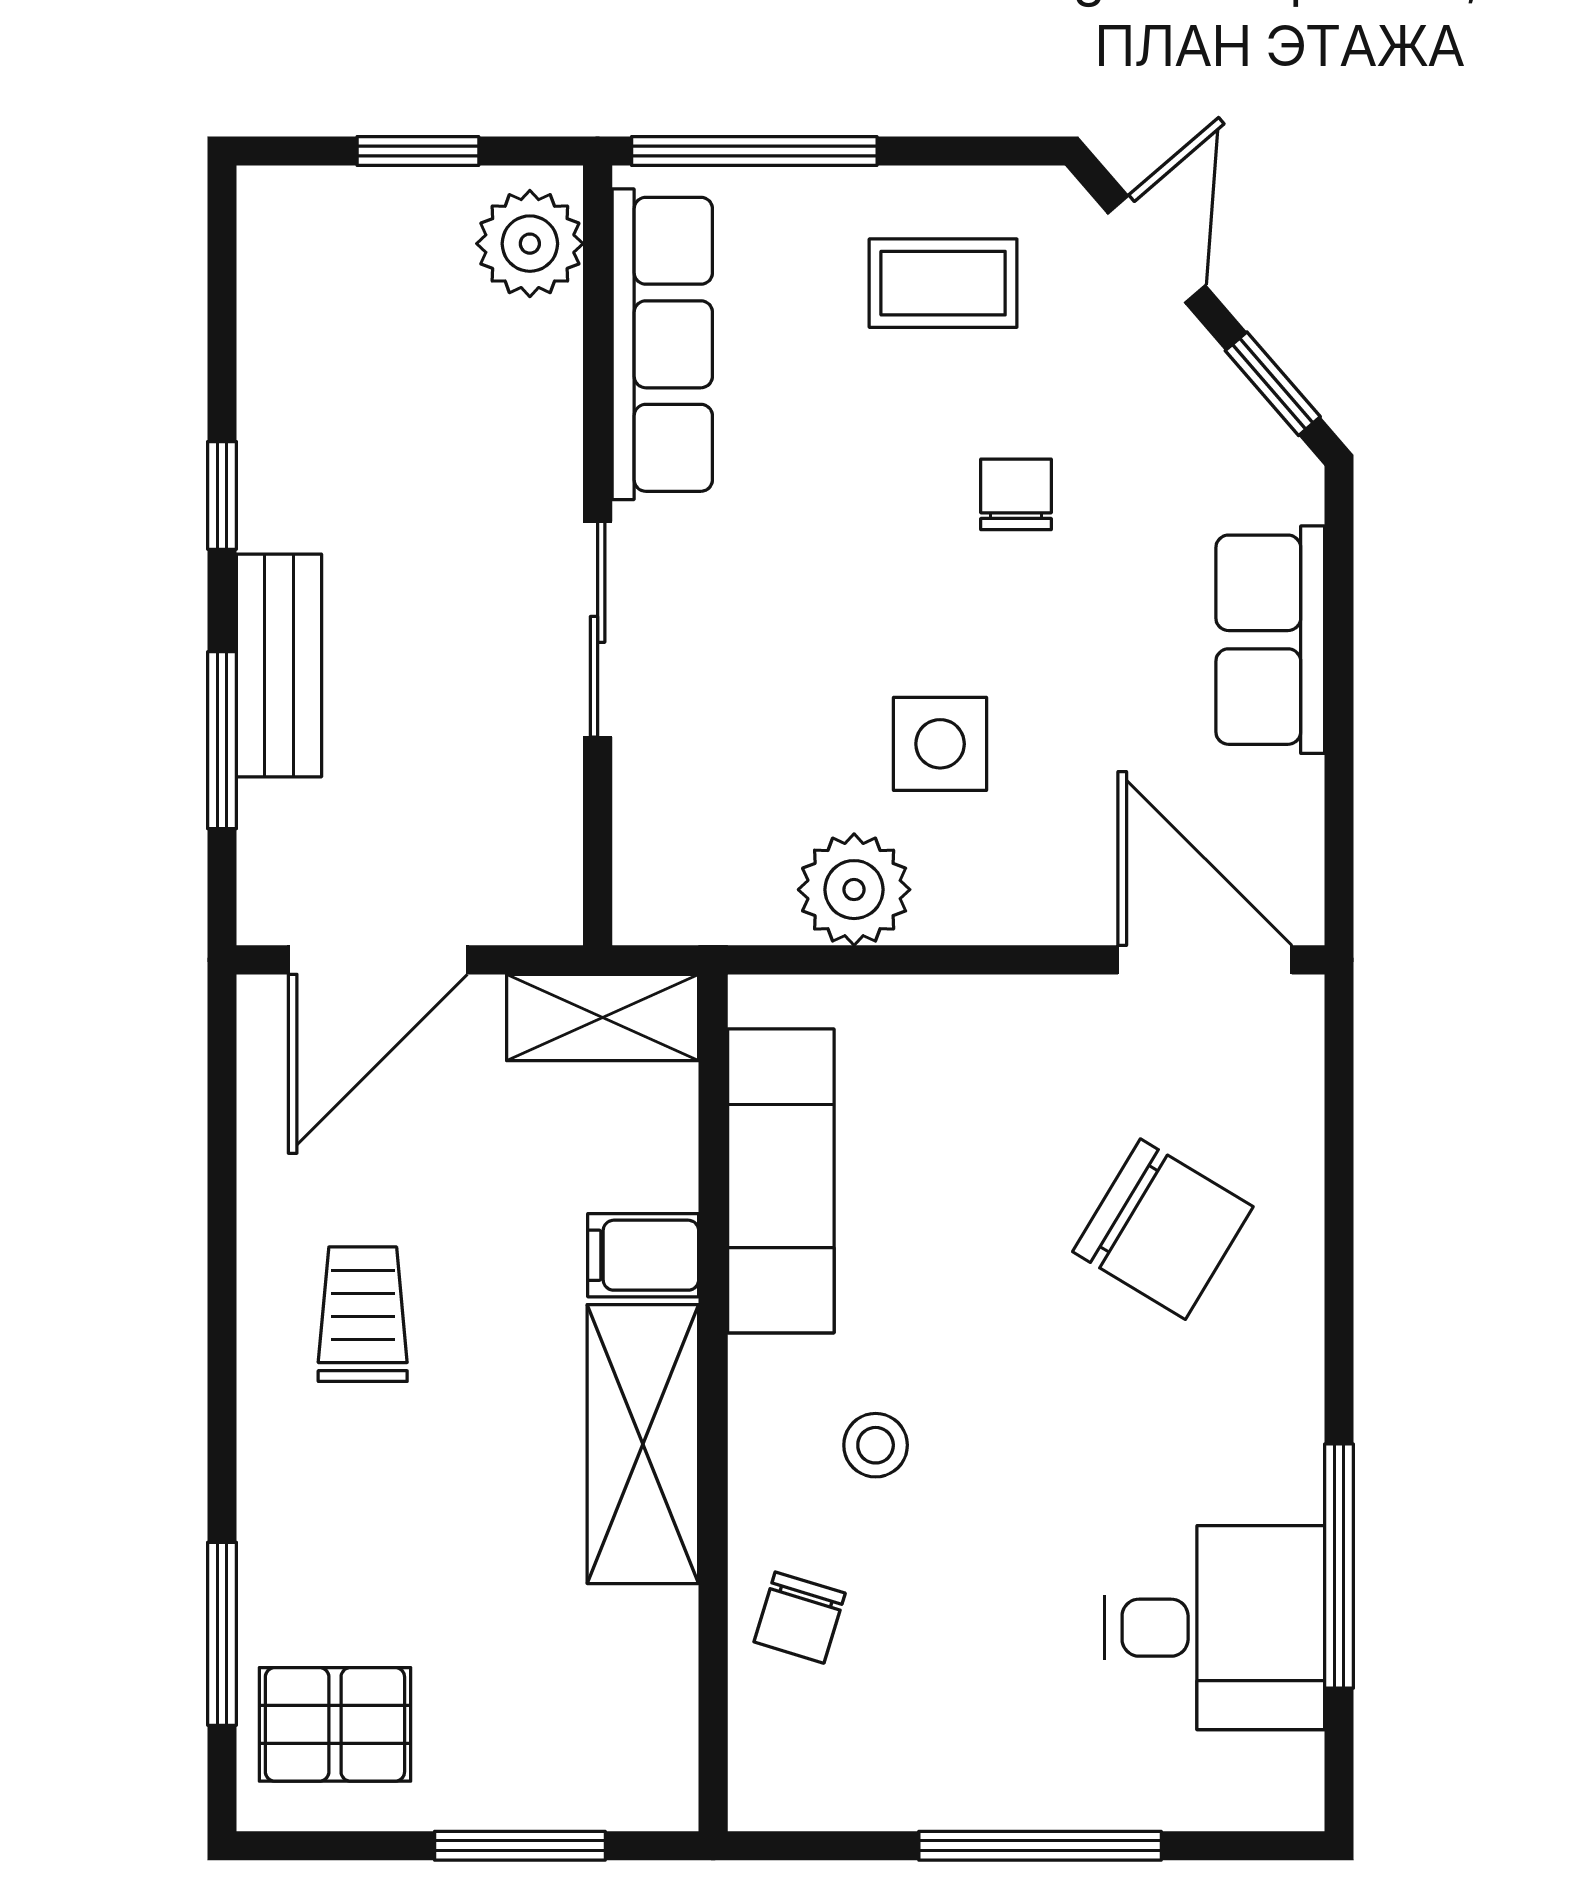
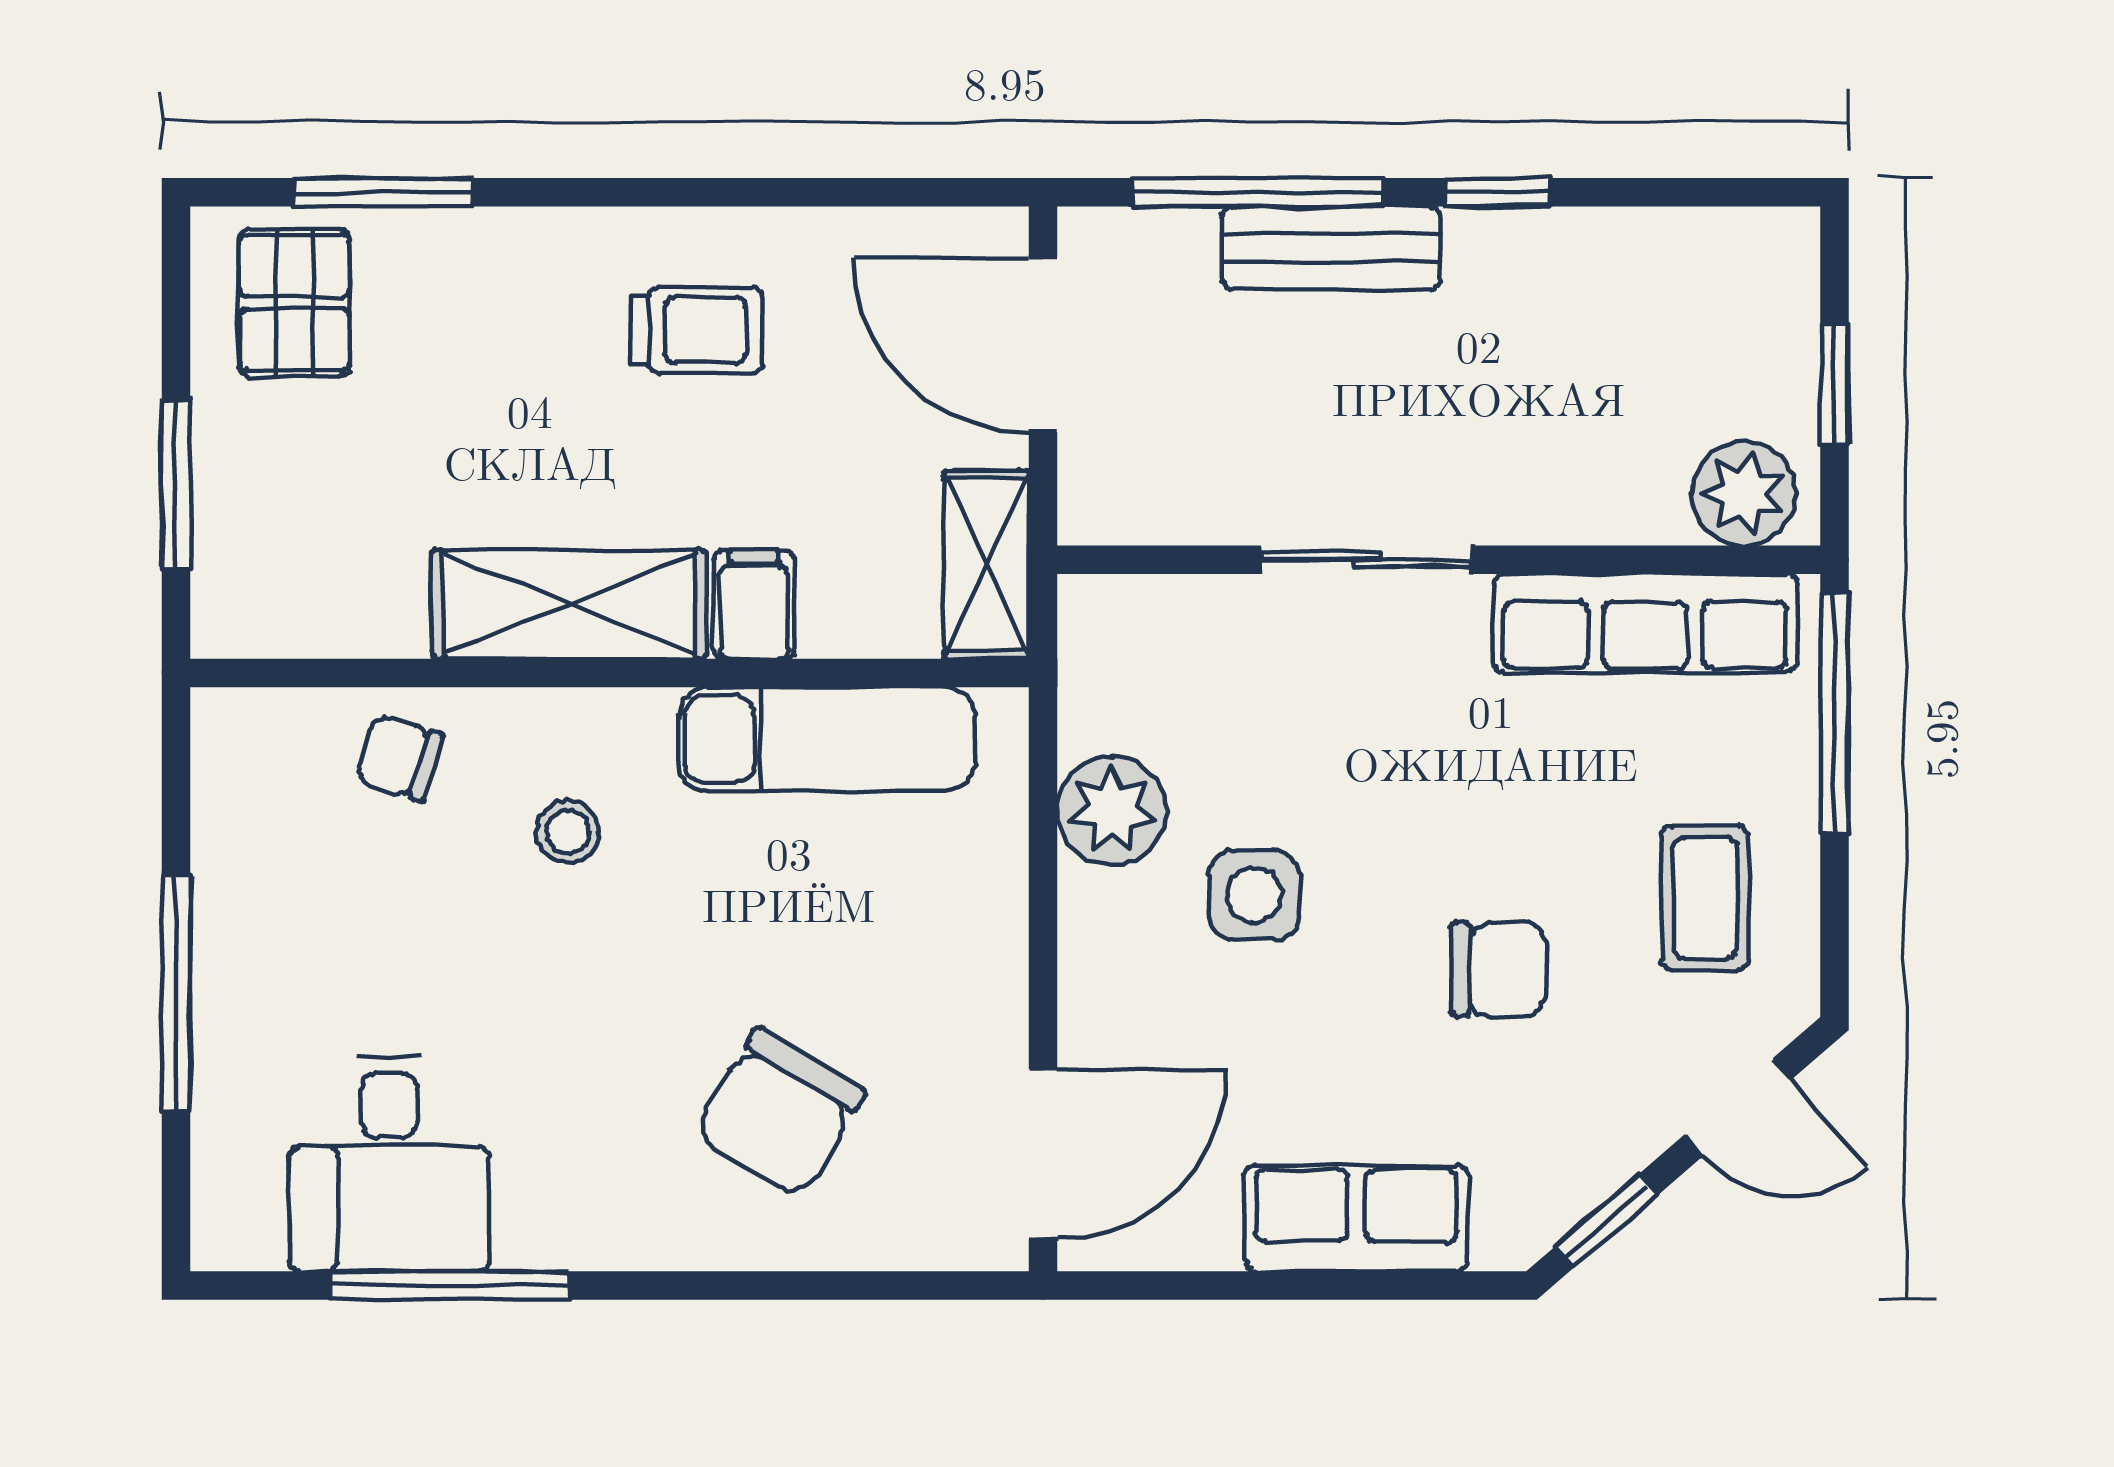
chair: (1016, 494) -> (1498, 969), width x1.37, depth x1.37
window: (222, 740) -> (1258, 192), width x1.44

